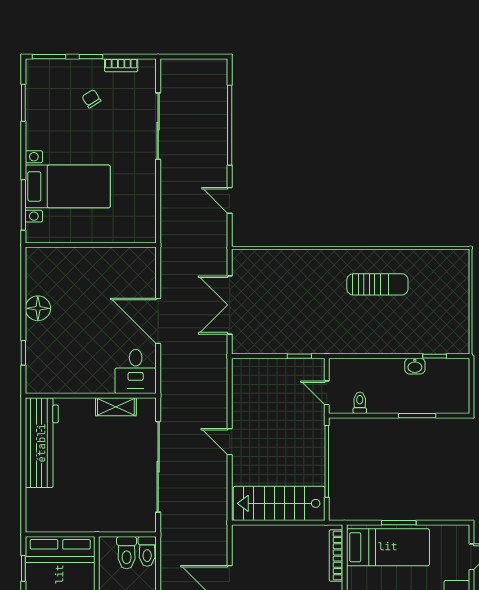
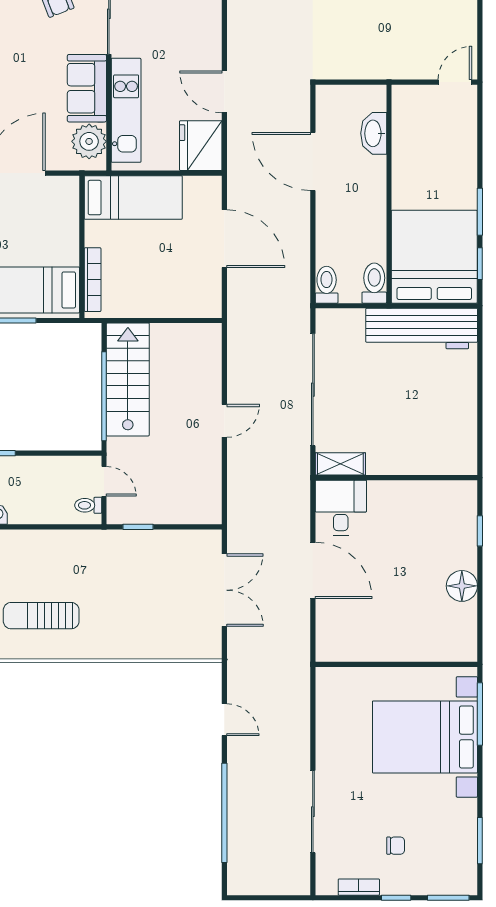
chair: (91, 99) -> (396, 846), turned -58
bed with nightstands: (68, 186) -> (425, 737), width x1.36
toilet: (360, 403) -> (88, 505), moved, turned 90
shelving: (116, 407) -> (340, 464), moved
door: (230, 442) -> (224, 421), hinge flipped
workbench: (42, 443) -> (422, 329), moved, turned -90
stairs: (279, 503) -> (128, 379), moved, turned -90
toilet: (127, 553) -> (374, 283), moved

